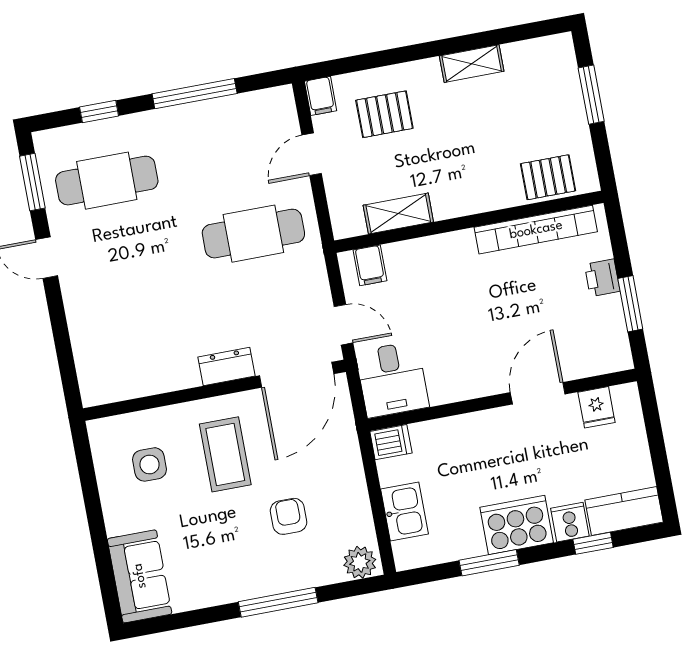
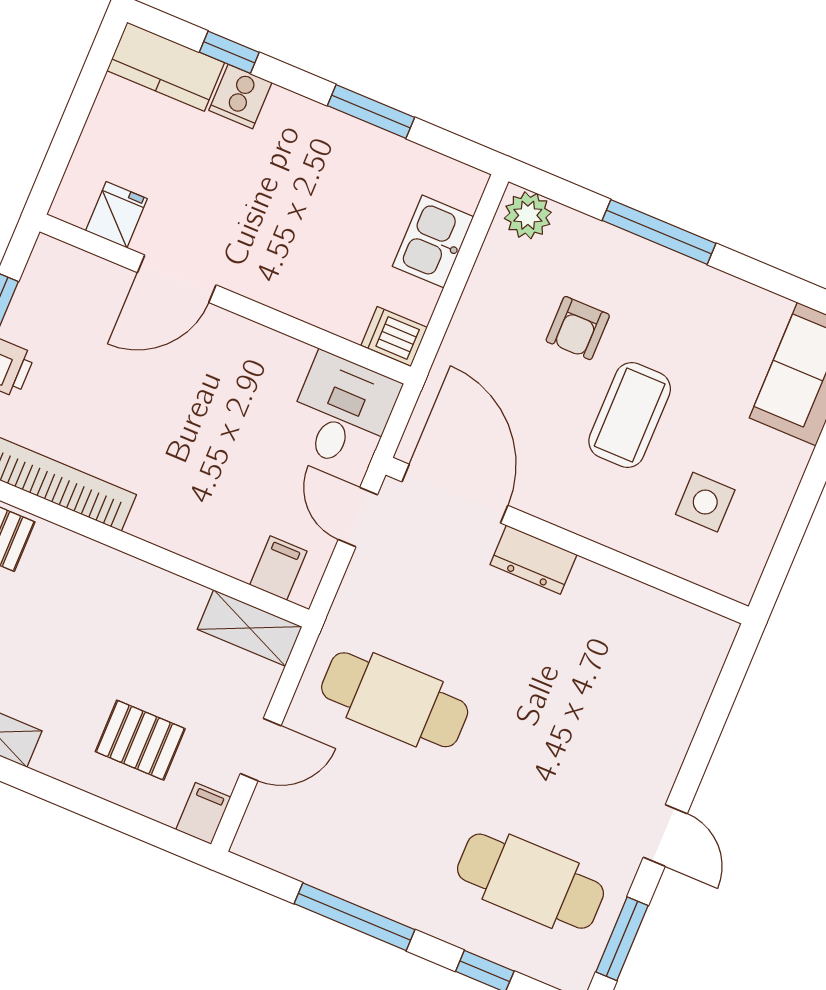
shelving: (398, 214) -> (250, 628), moved
door: (297, 375) -> (455, 494), hinge flipped
coffee table: (225, 454) -> (630, 415), moved
cooker: (517, 525) -> (307, 136), removed

